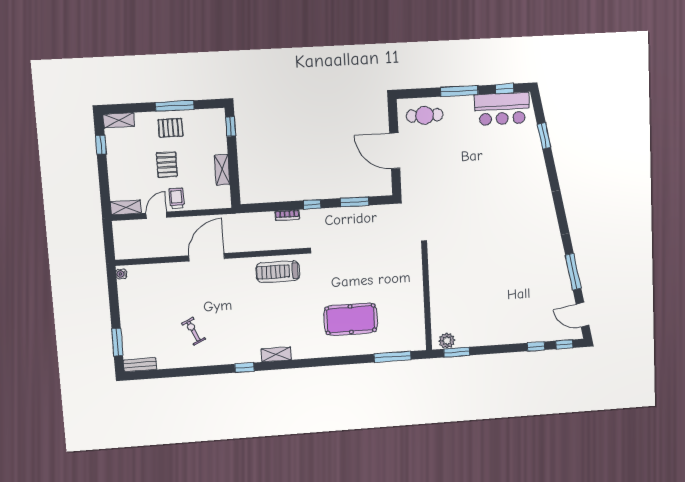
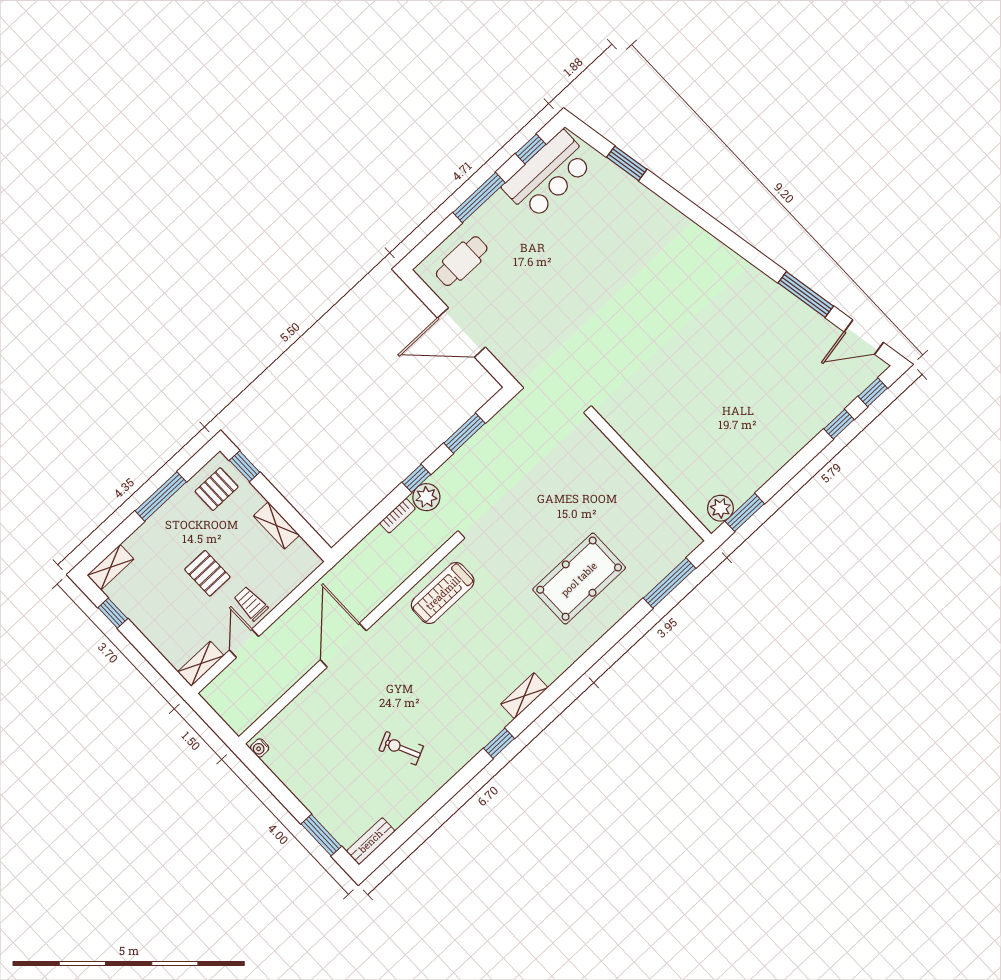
pallet: (171, 128) -> (217, 489), moved
plant: (309, 218) -> (426, 497), added

